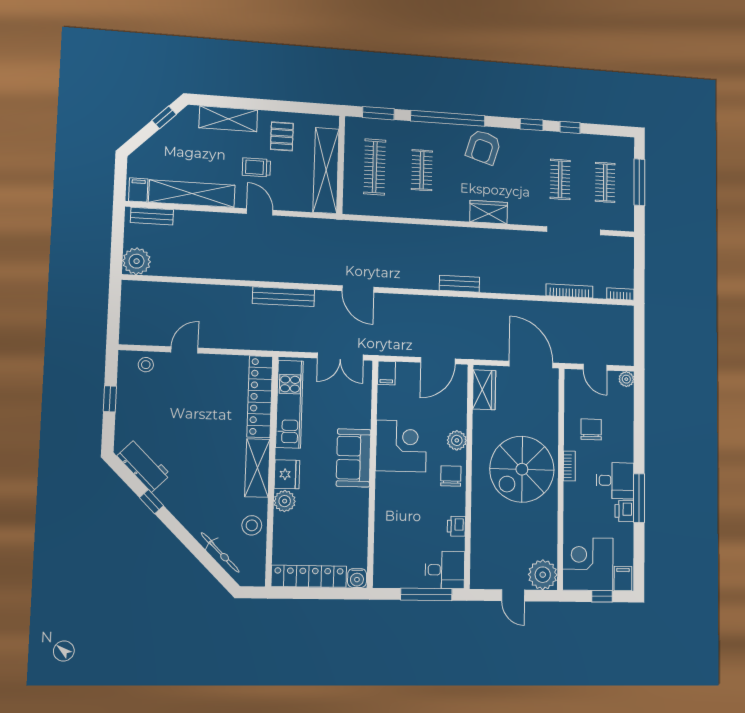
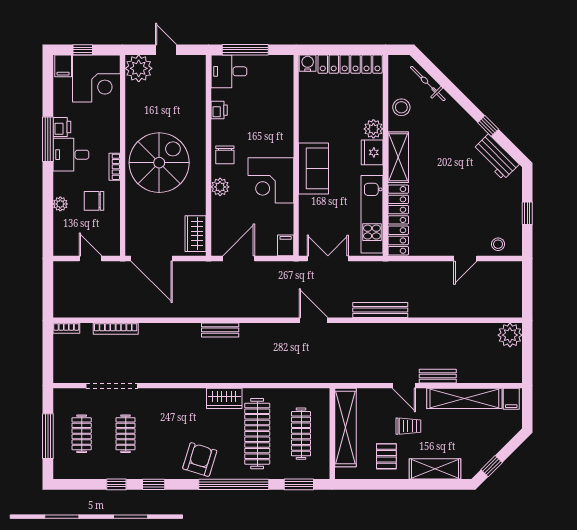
clothes rail: (422, 170) -> (257, 434), width x1.86, depth x1.31
wardrobe: (489, 212) -> (224, 398), moved
bench: (152, 216) -> (438, 376), moved
plant: (626, 379) -> (60, 204), moved
chair: (591, 429) -> (94, 201), turned 90

